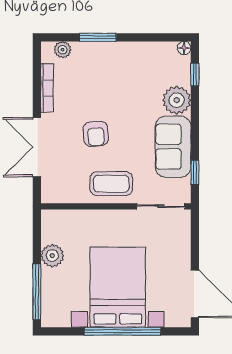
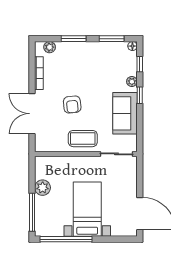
window: (154, 37) -> (112, 39), added
plant: (177, 100) -> (132, 82), width x0.53, depth x0.53
window: (195, 172) -> (140, 95), moved
bed with nightstands: (118, 287) -> (87, 209), width x0.73
window: (122, 331) -> (66, 239), moved

